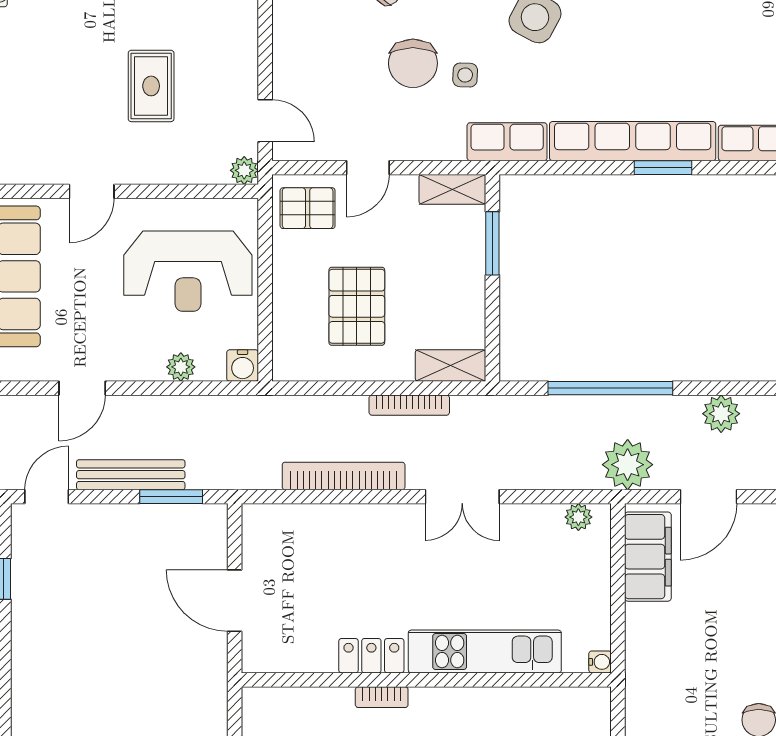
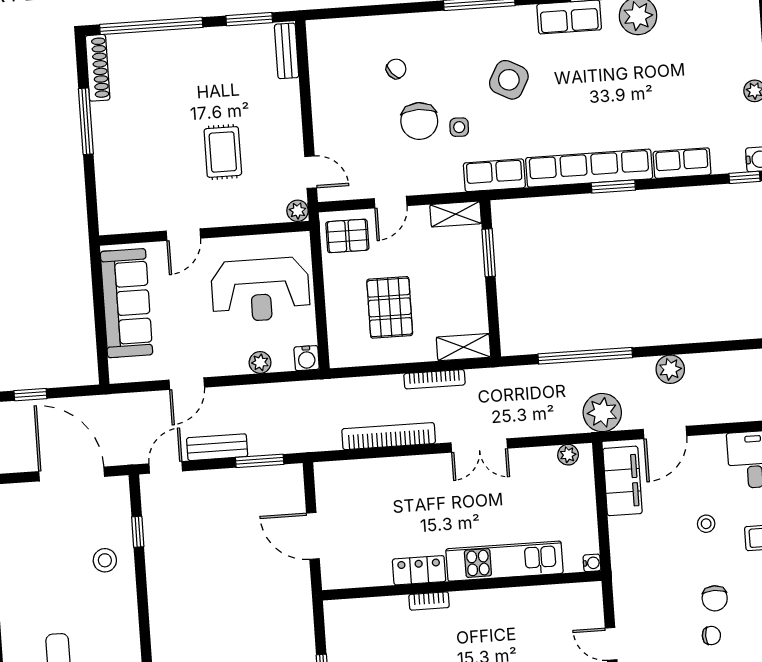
bench: (131, 475) -> (217, 447), width x0.73
stool: (754, 621) -> (706, 524), added

